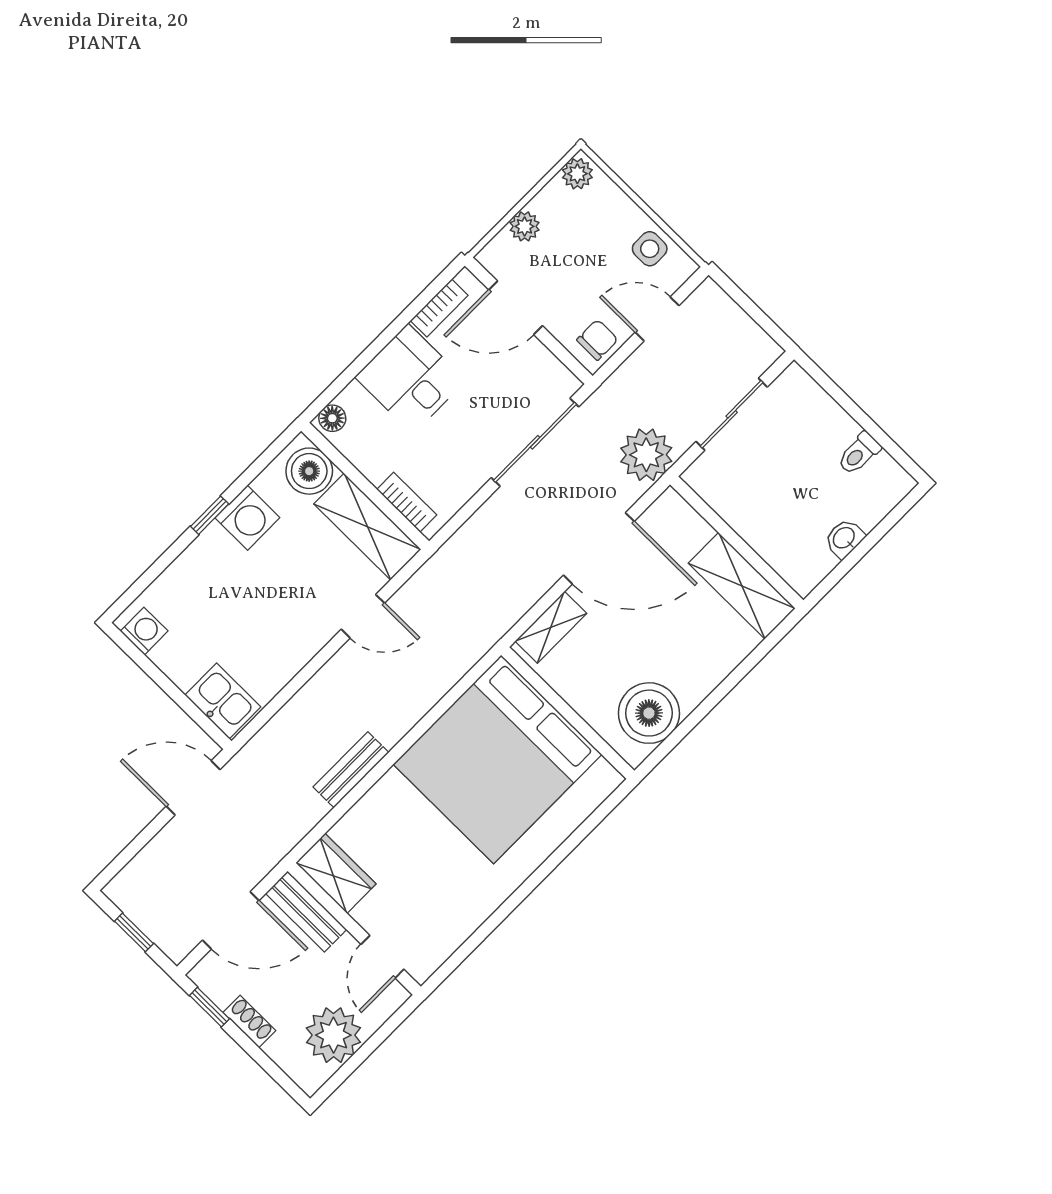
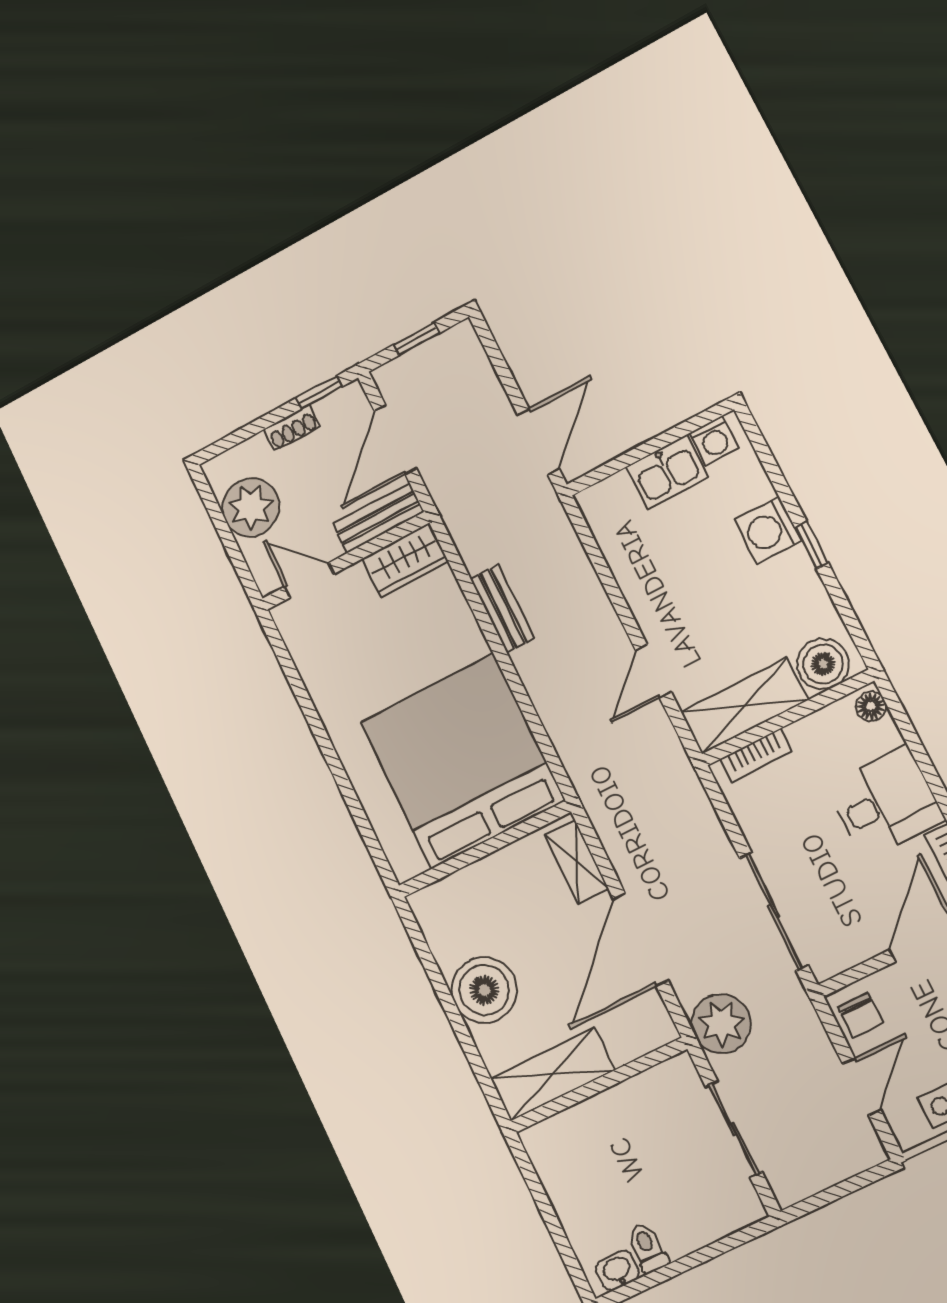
washing machine: (247, 518) -> (768, 530), moved
washbasin: (844, 538) -> (618, 1271), moved, turned -90
kitchen sink: (223, 701) -> (667, 472), moved
boiler: (649, 713) -> (484, 990), moved

